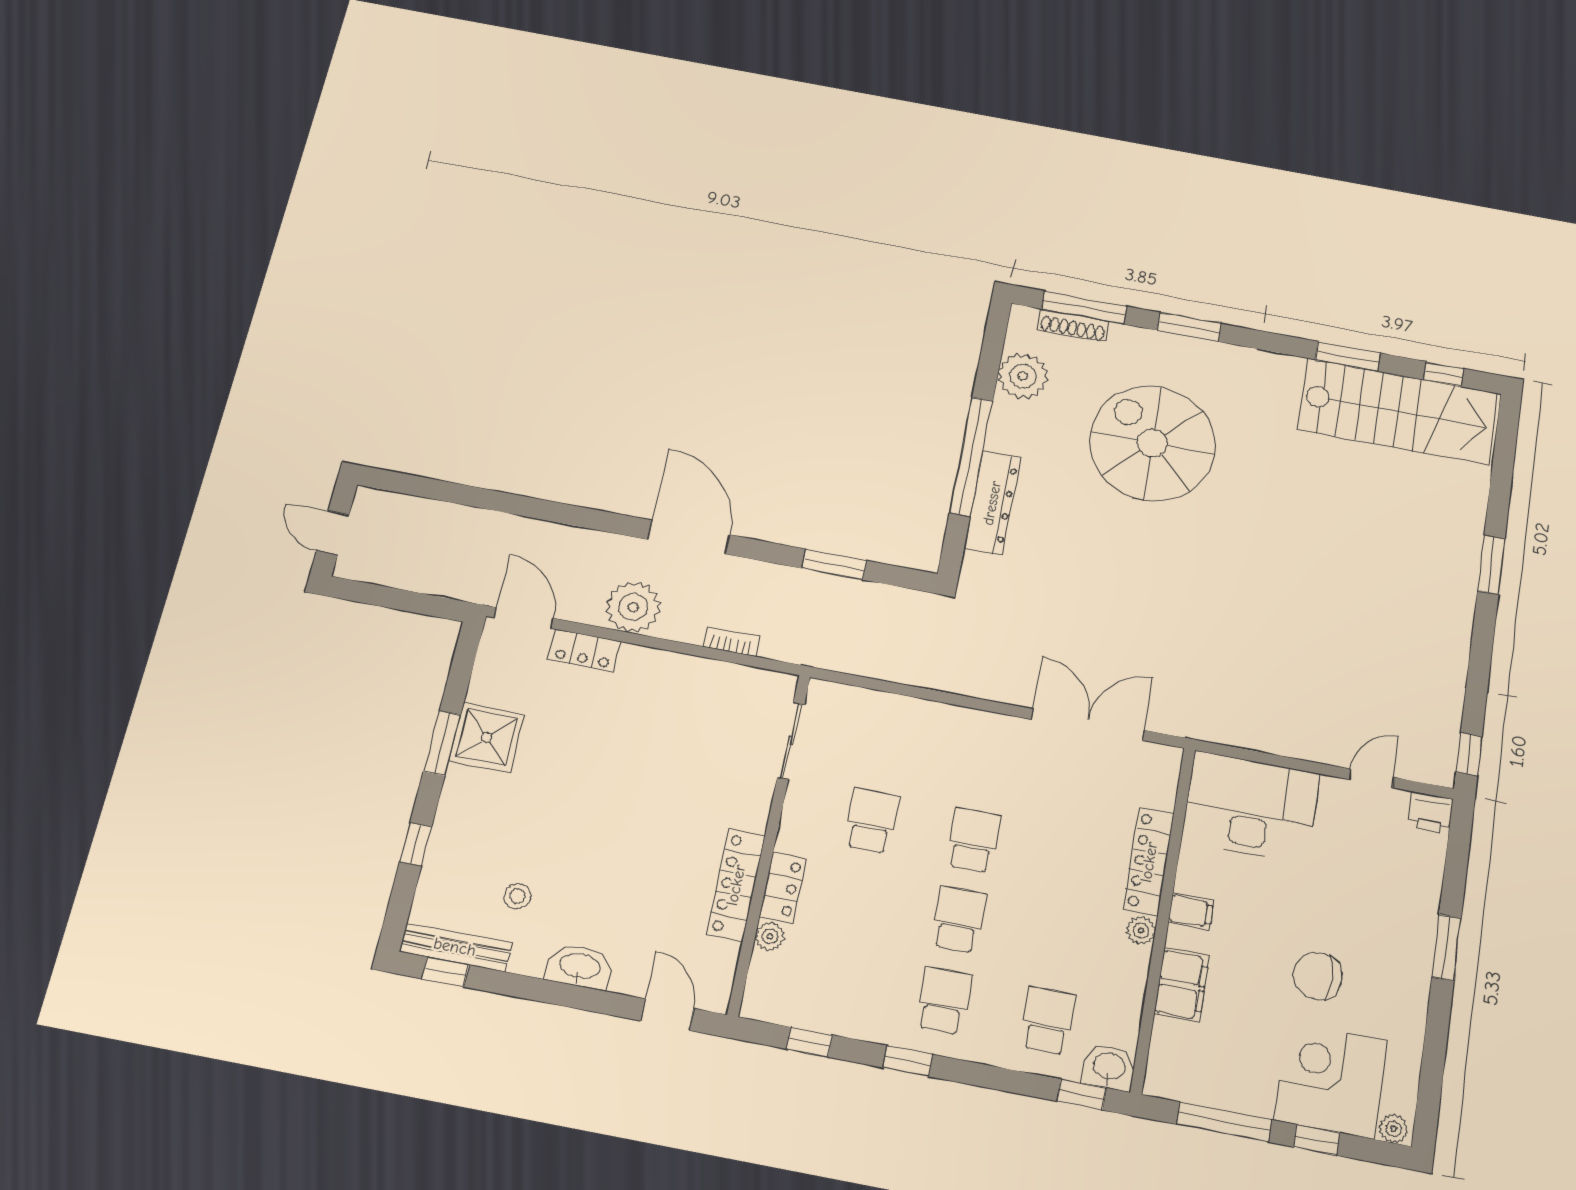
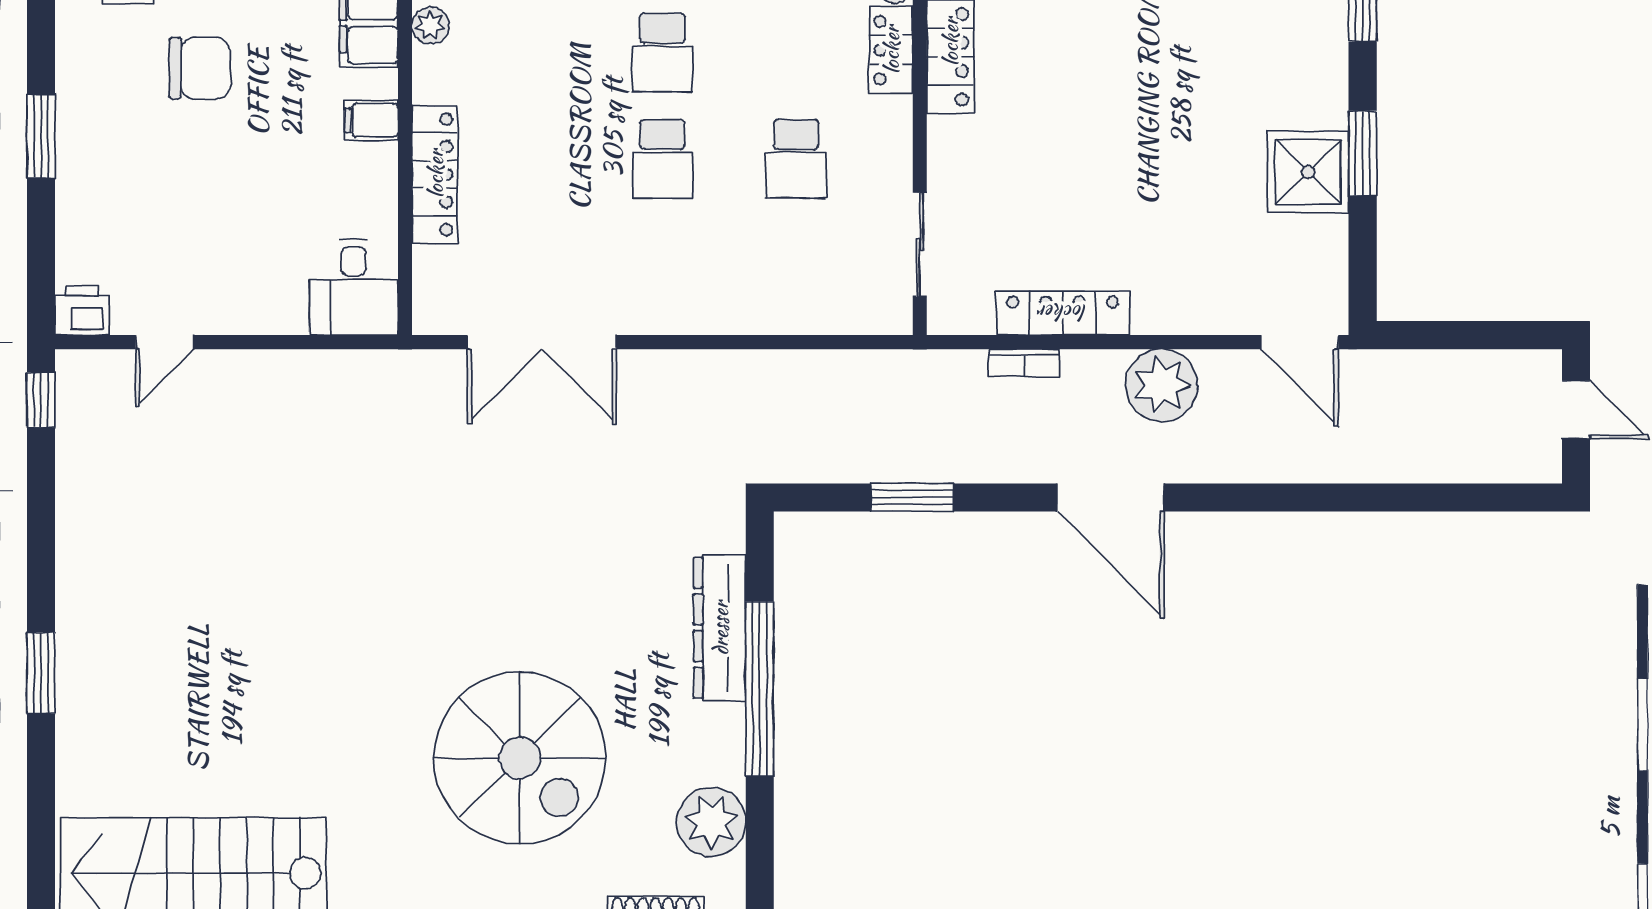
locker: (584, 651) -> (1063, 313), moved, width x1.53
desk: (1251, 807) -> (354, 287), width x0.53, depth x0.77
plant: (1141, 930) -> (430, 25), moved

